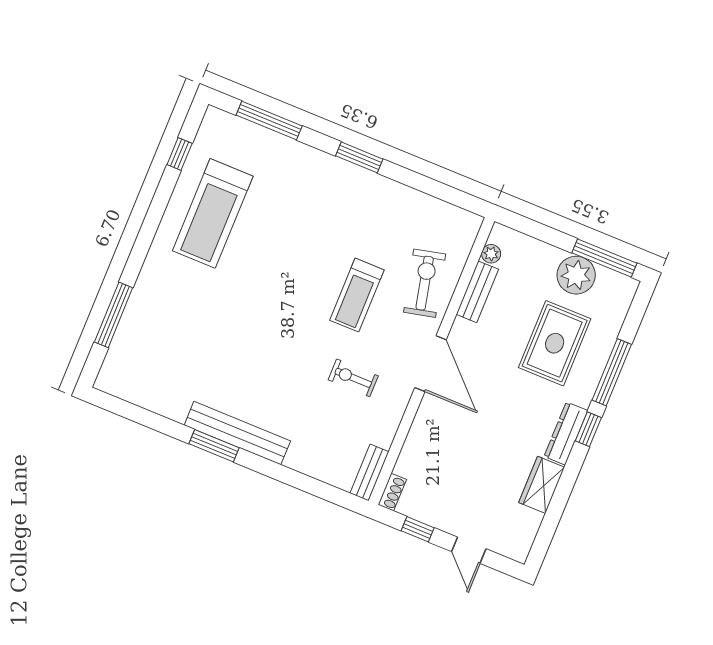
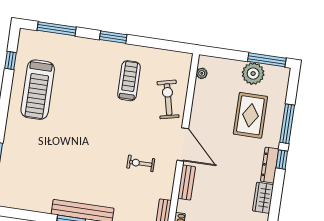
bench: (477, 292) -> (187, 182), moved
treadmill: (357, 295) -> (129, 81), moved, turned 180

